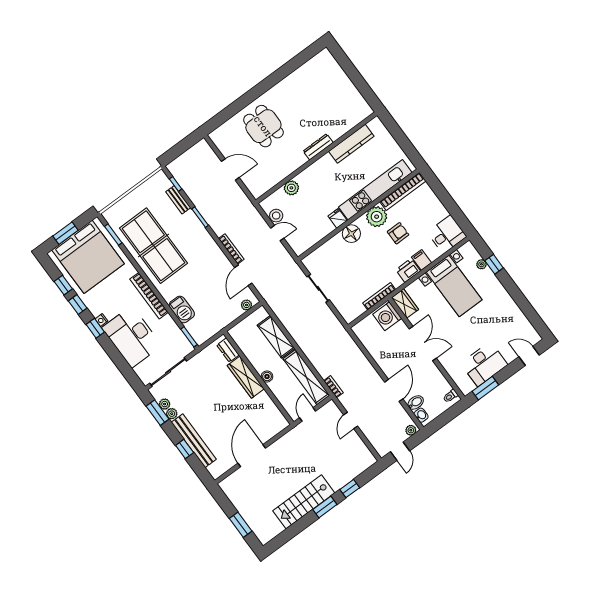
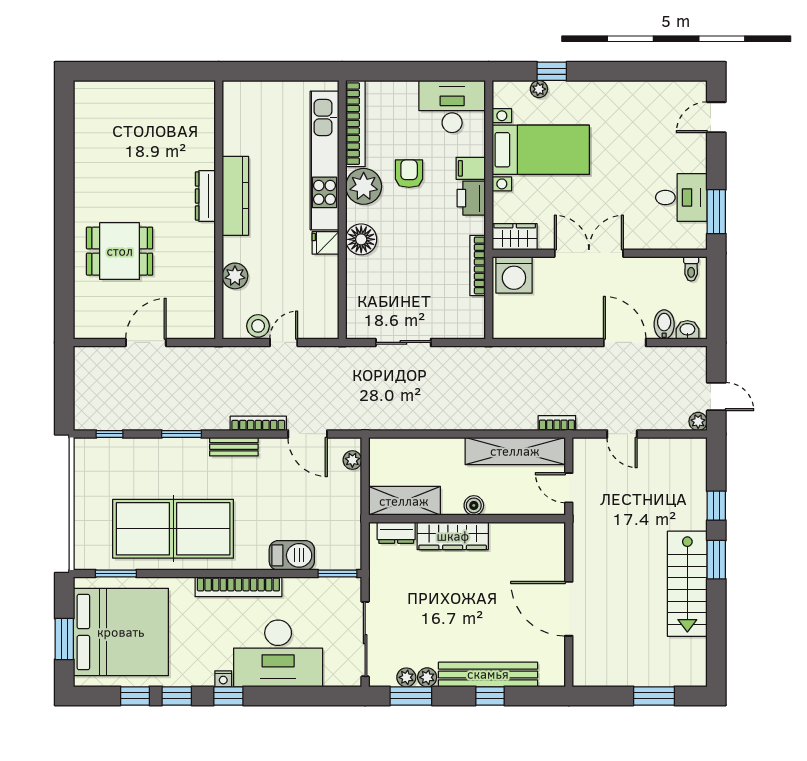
kitchen counter: (351, 144) -> (235, 196), moved
bench: (178, 200) -> (234, 447), moved
desk: (447, 234) -> (452, 107), width x1.37
shelving: (276, 337) -> (404, 501), moved
desk: (484, 364) -> (681, 197), width x0.73
plant: (411, 430) -> (698, 421), moved

